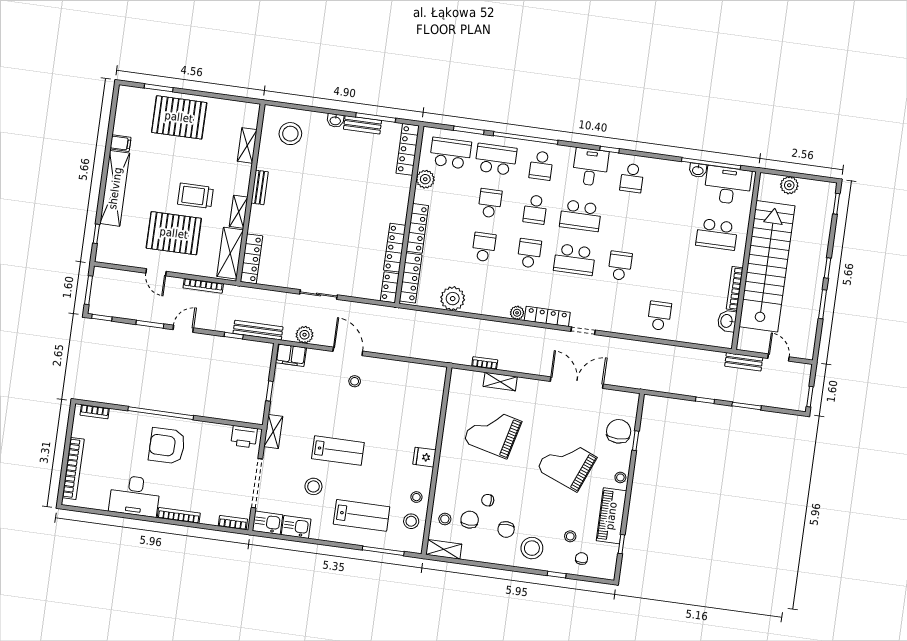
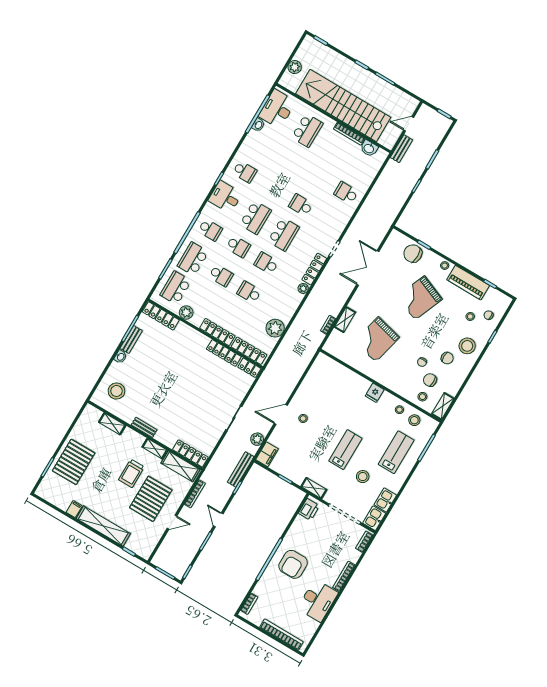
school desk: (490, 203) -> (221, 276), turned 180

